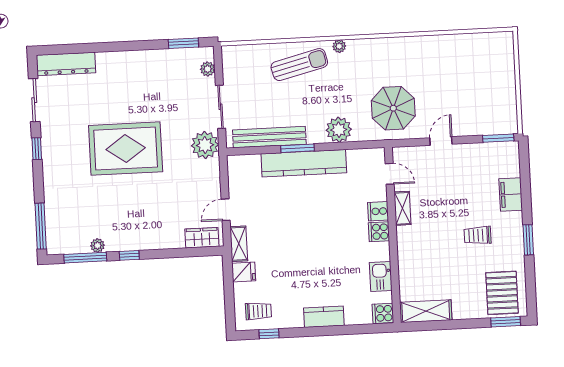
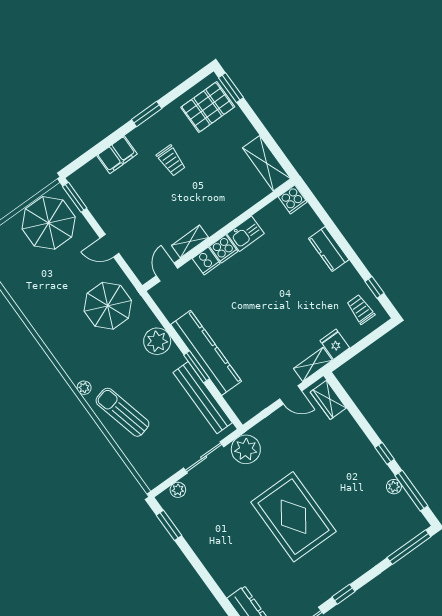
parasol: (491, 104) -> (49, 223), added
kitchen sink: (381, 277) -> (246, 234), moved

